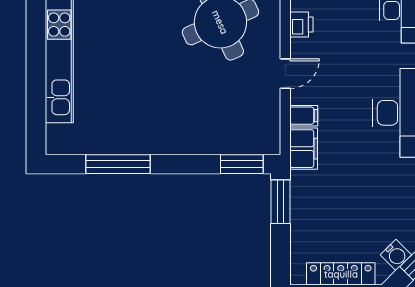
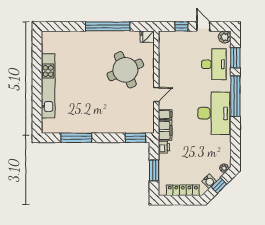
printer: (301, 24) -> (164, 147), moved
window: (281, 202) -> (154, 170), moved

